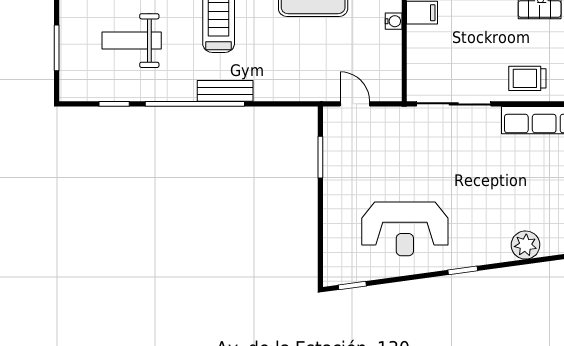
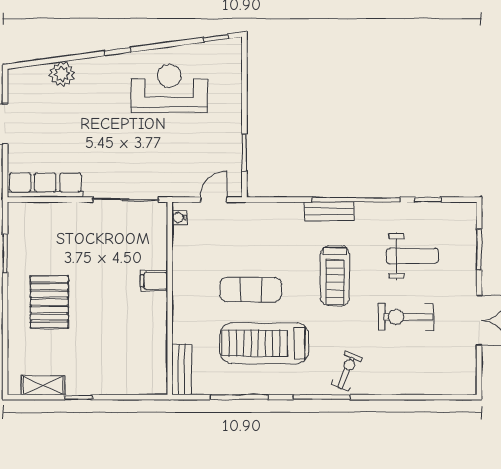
water cooler: (394, 21) -> (179, 218), moved
trolley: (527, 78) -> (60, 222), removed
door: (355, 104) -> (214, 200), swing flipped

